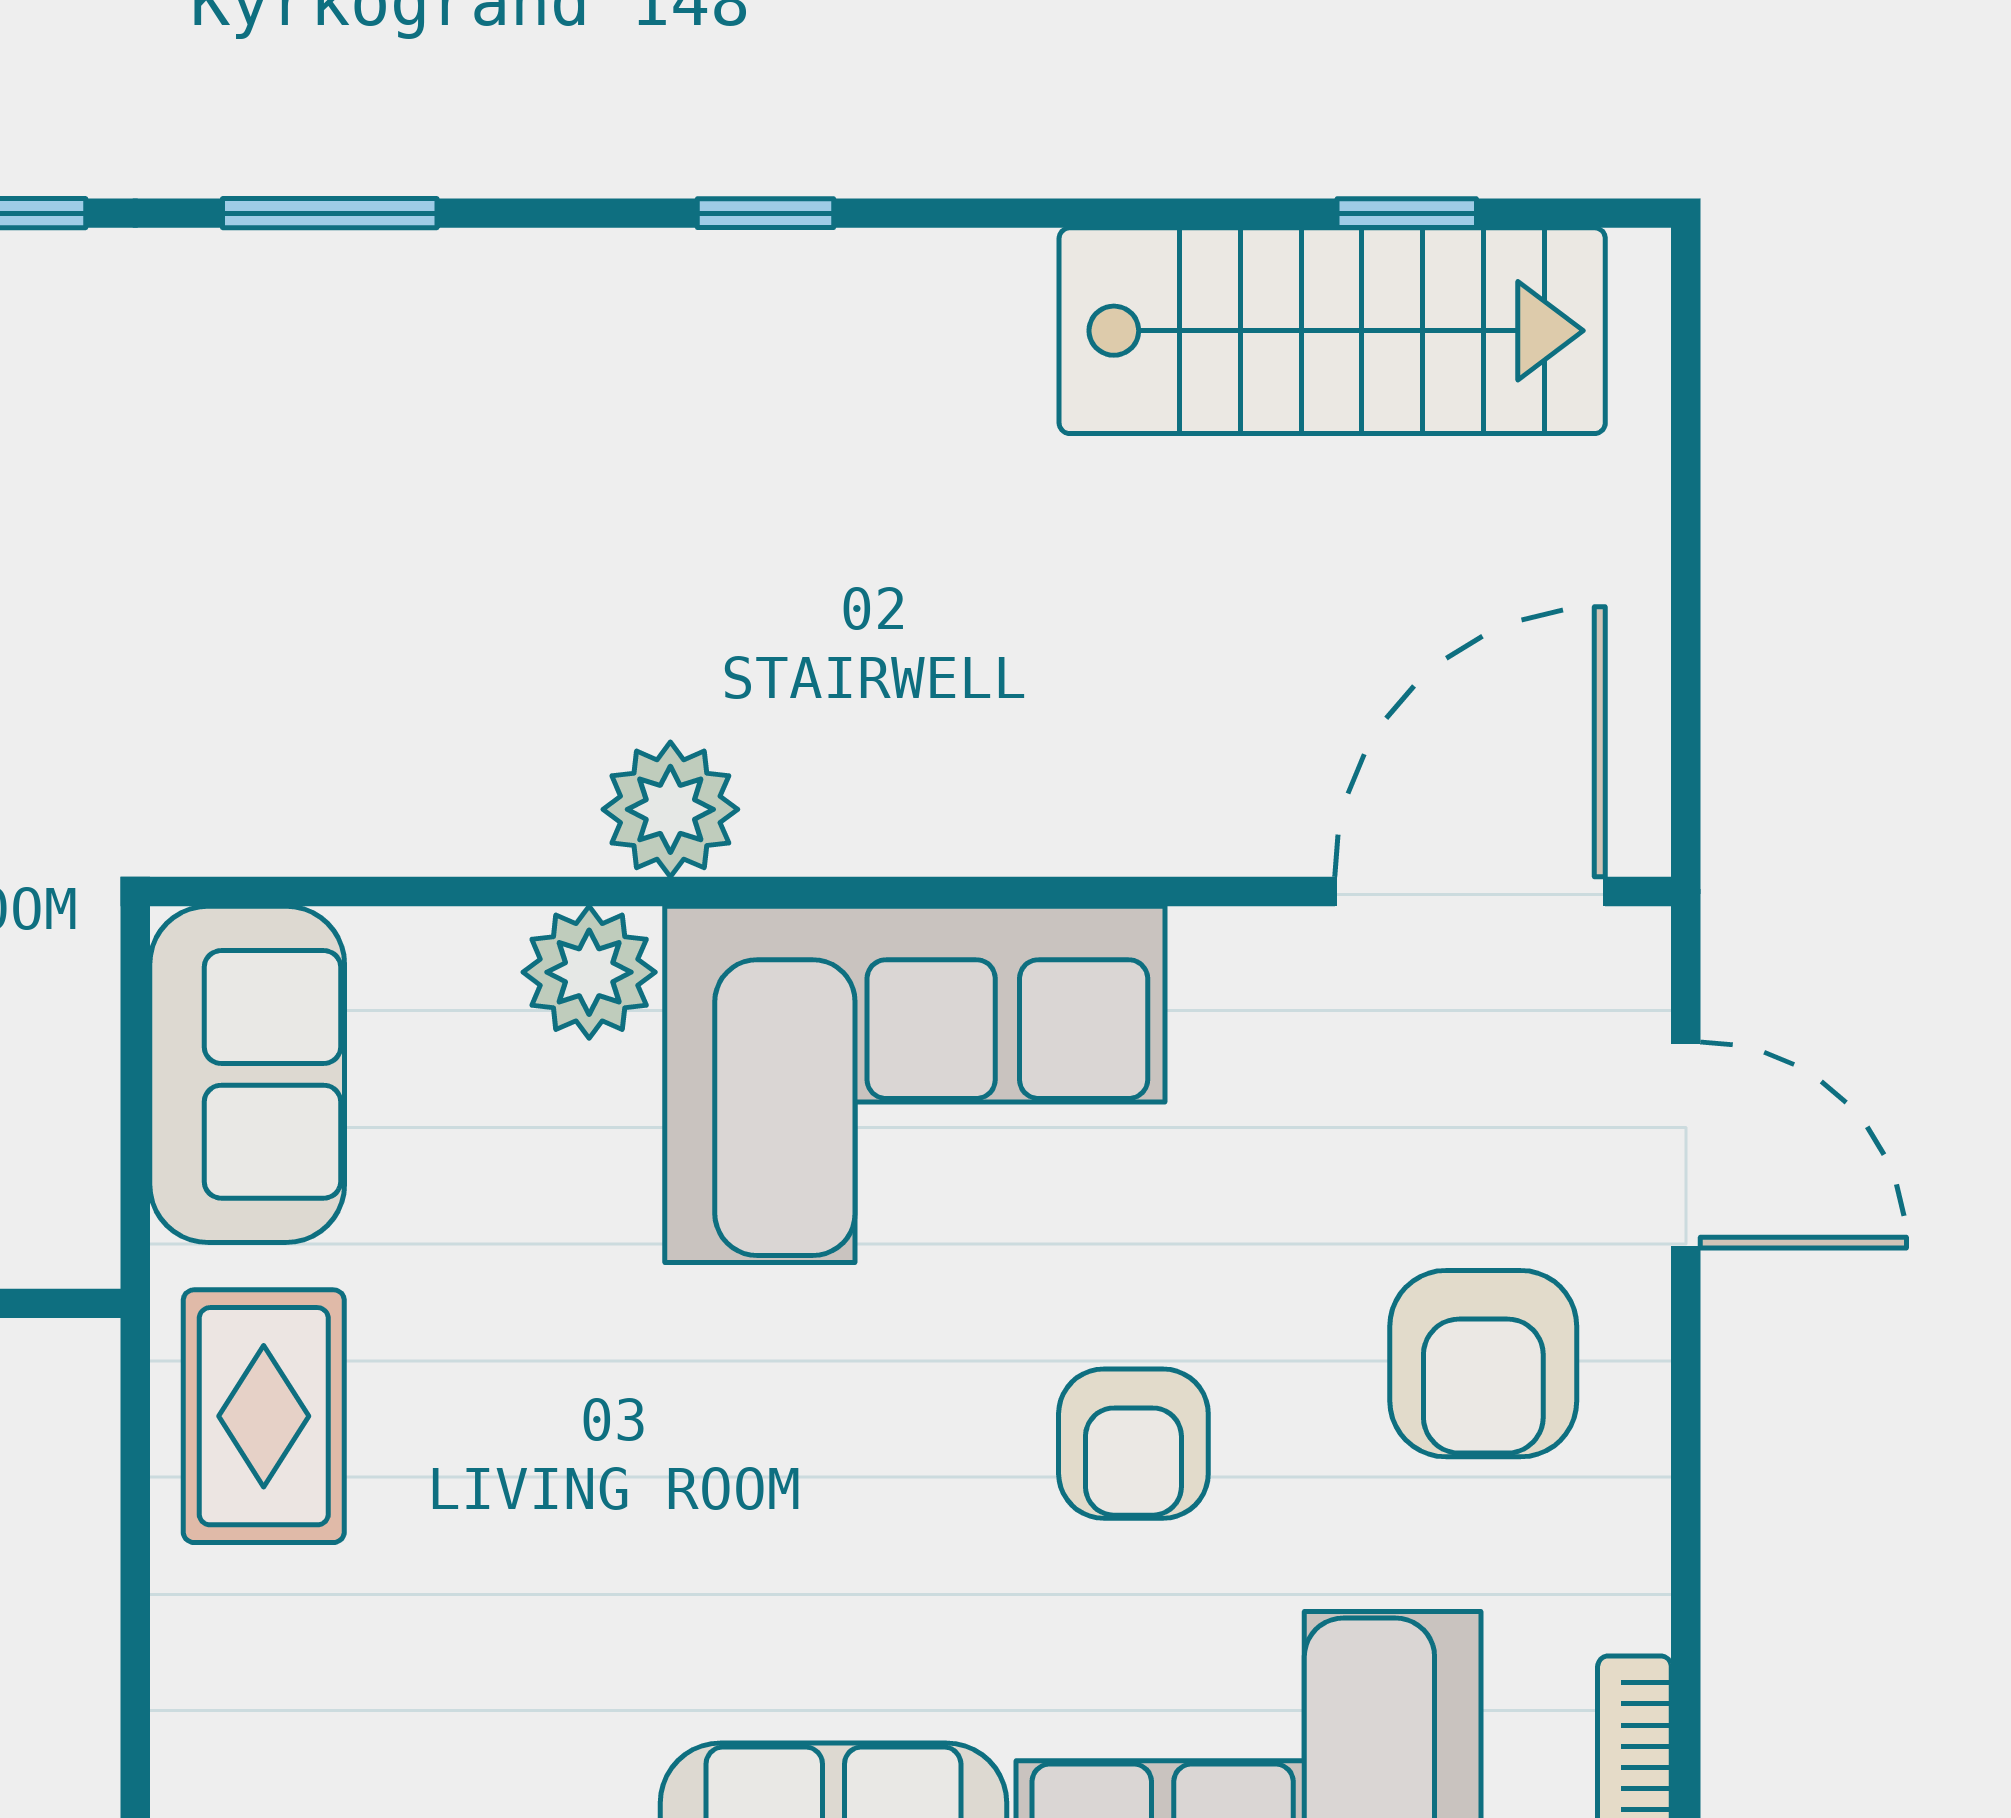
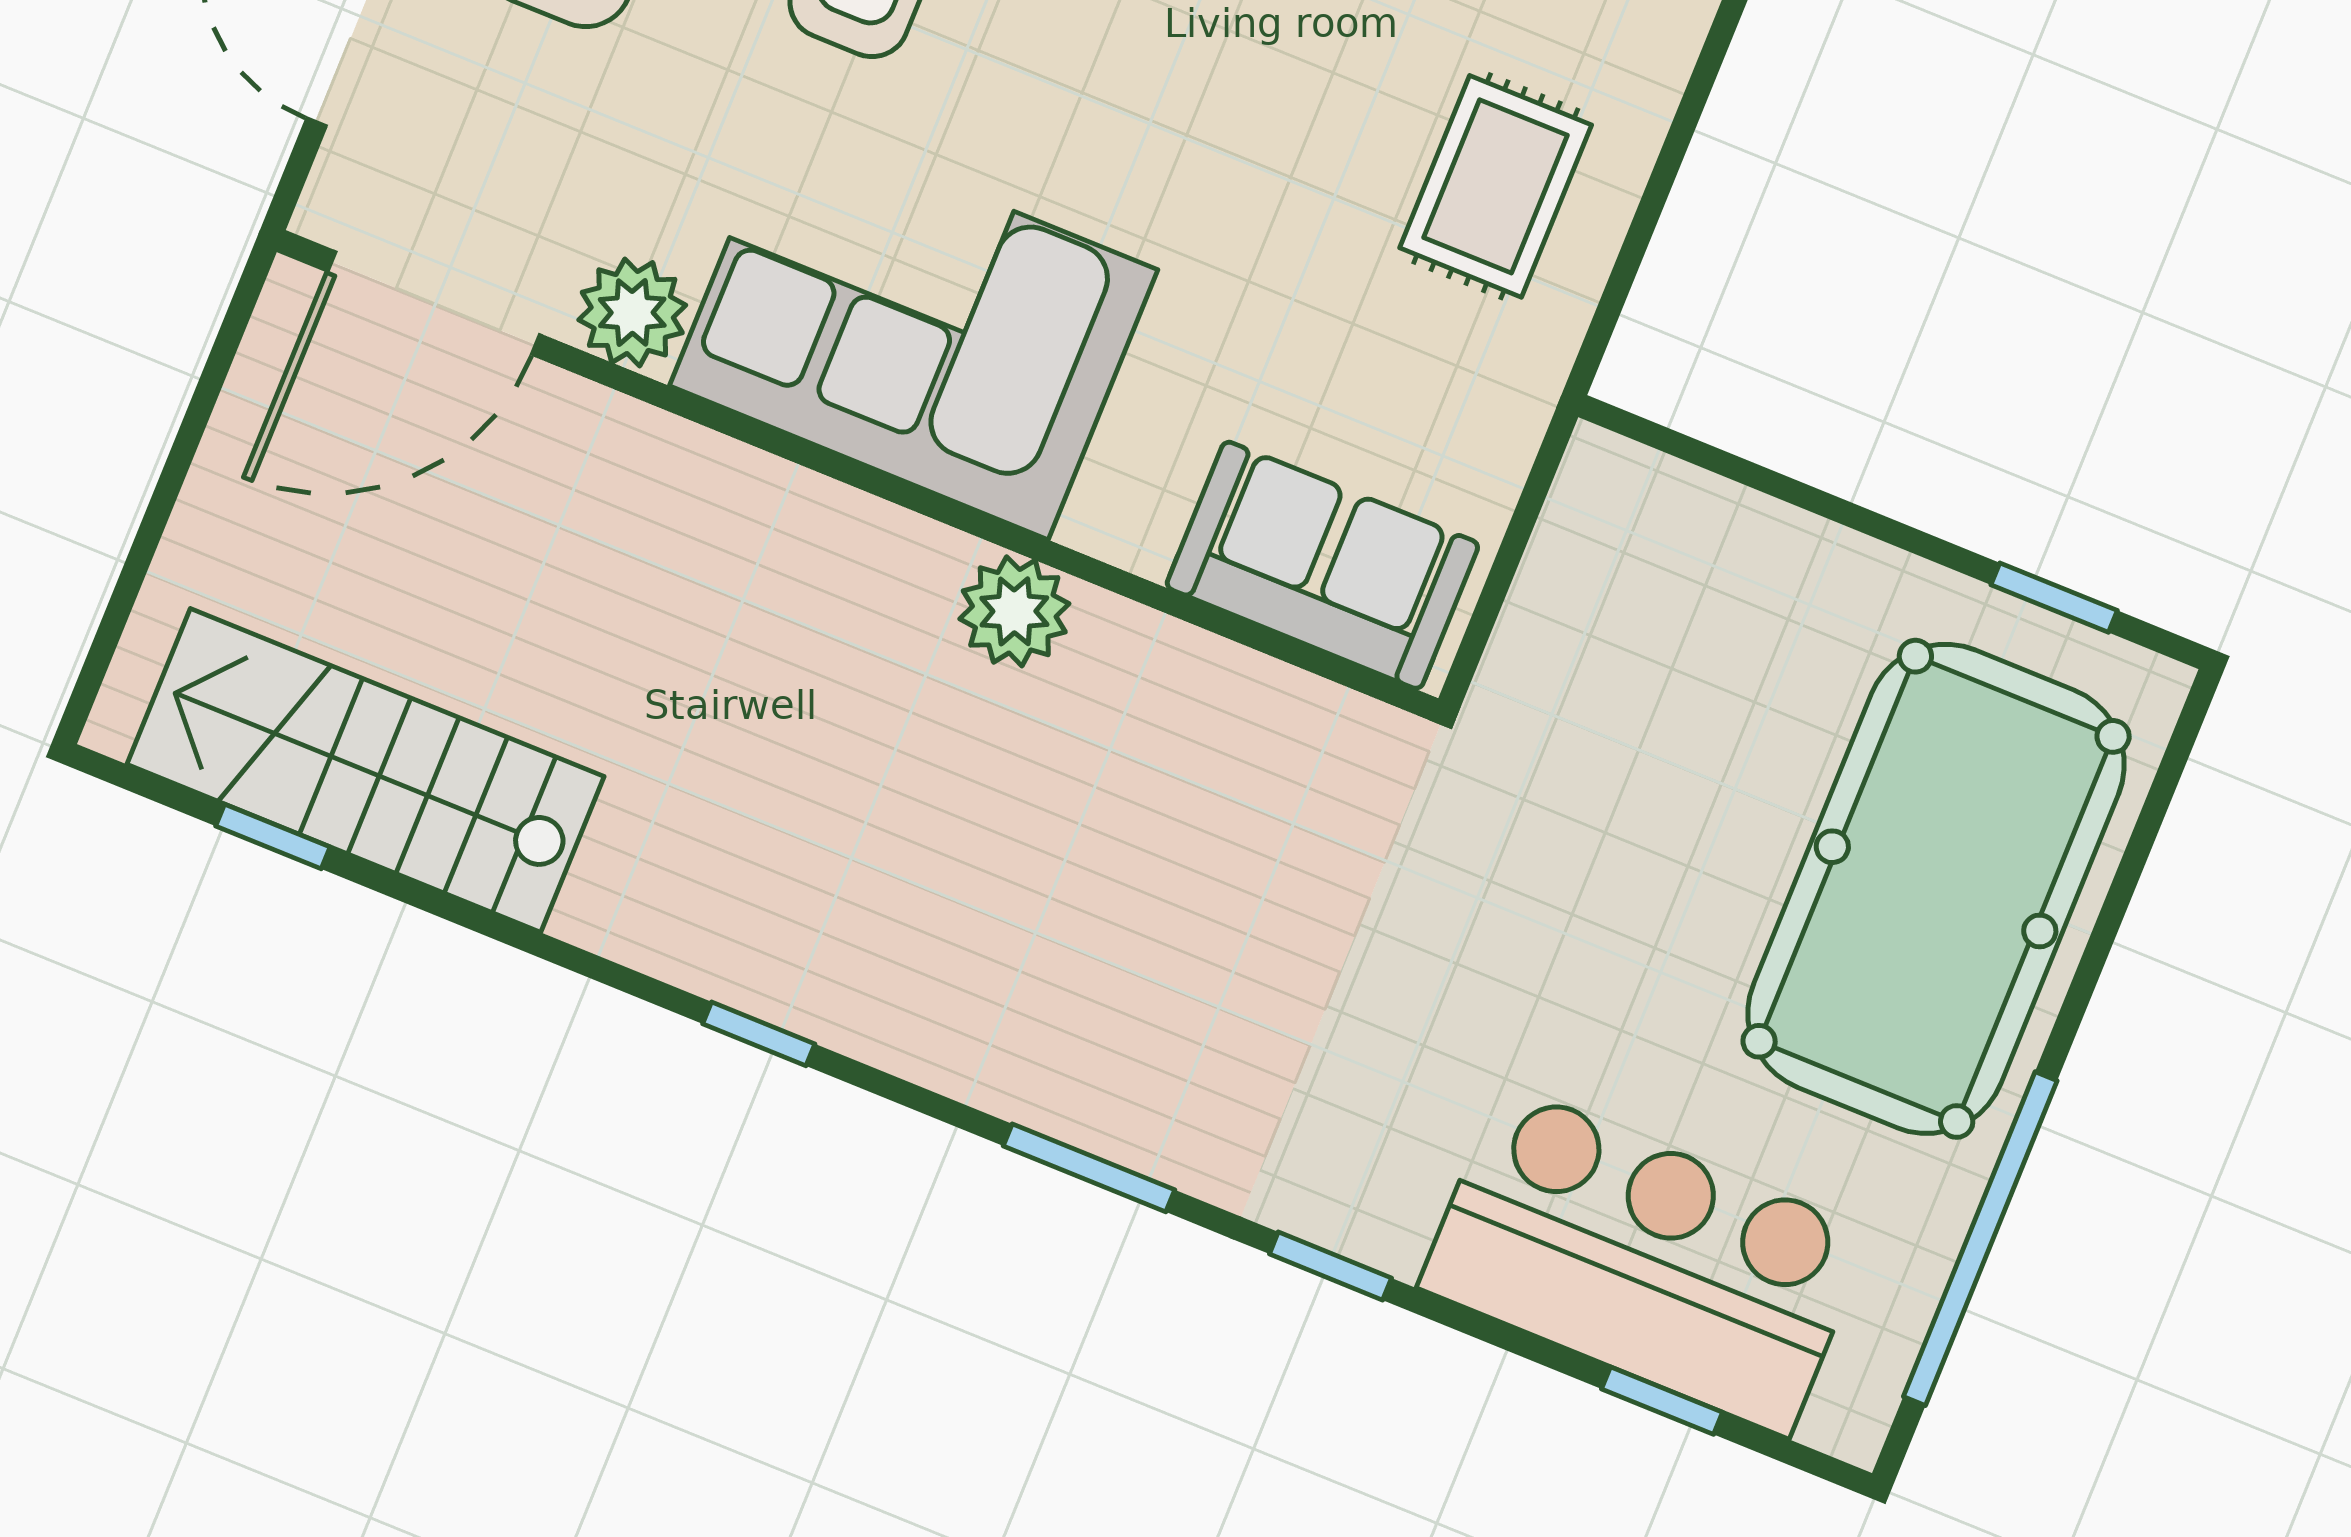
plant: (589, 972) -> (632, 312), moved
sofa: (247, 1074) -> (1322, 565), moved, turned 90
rug: (264, 1416) -> (1496, 186), moved

